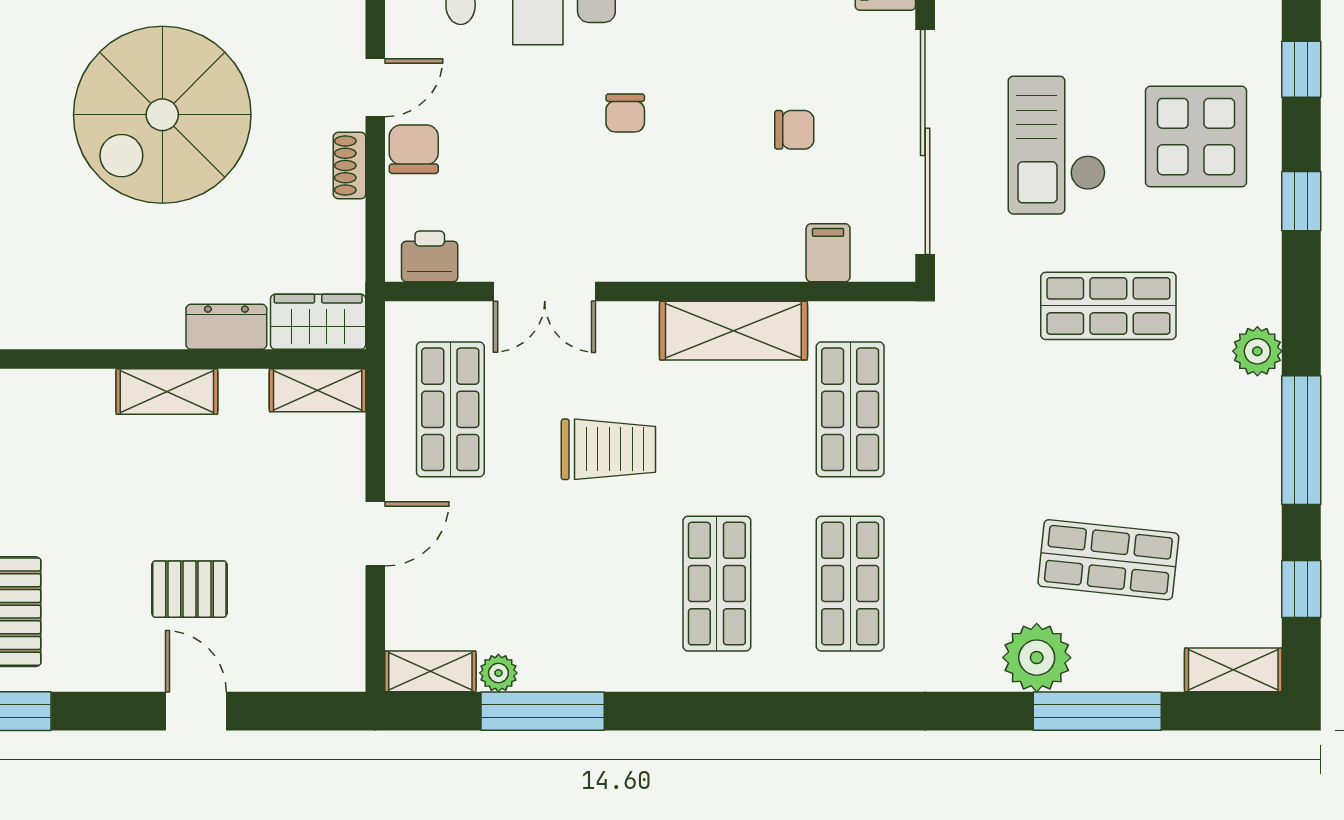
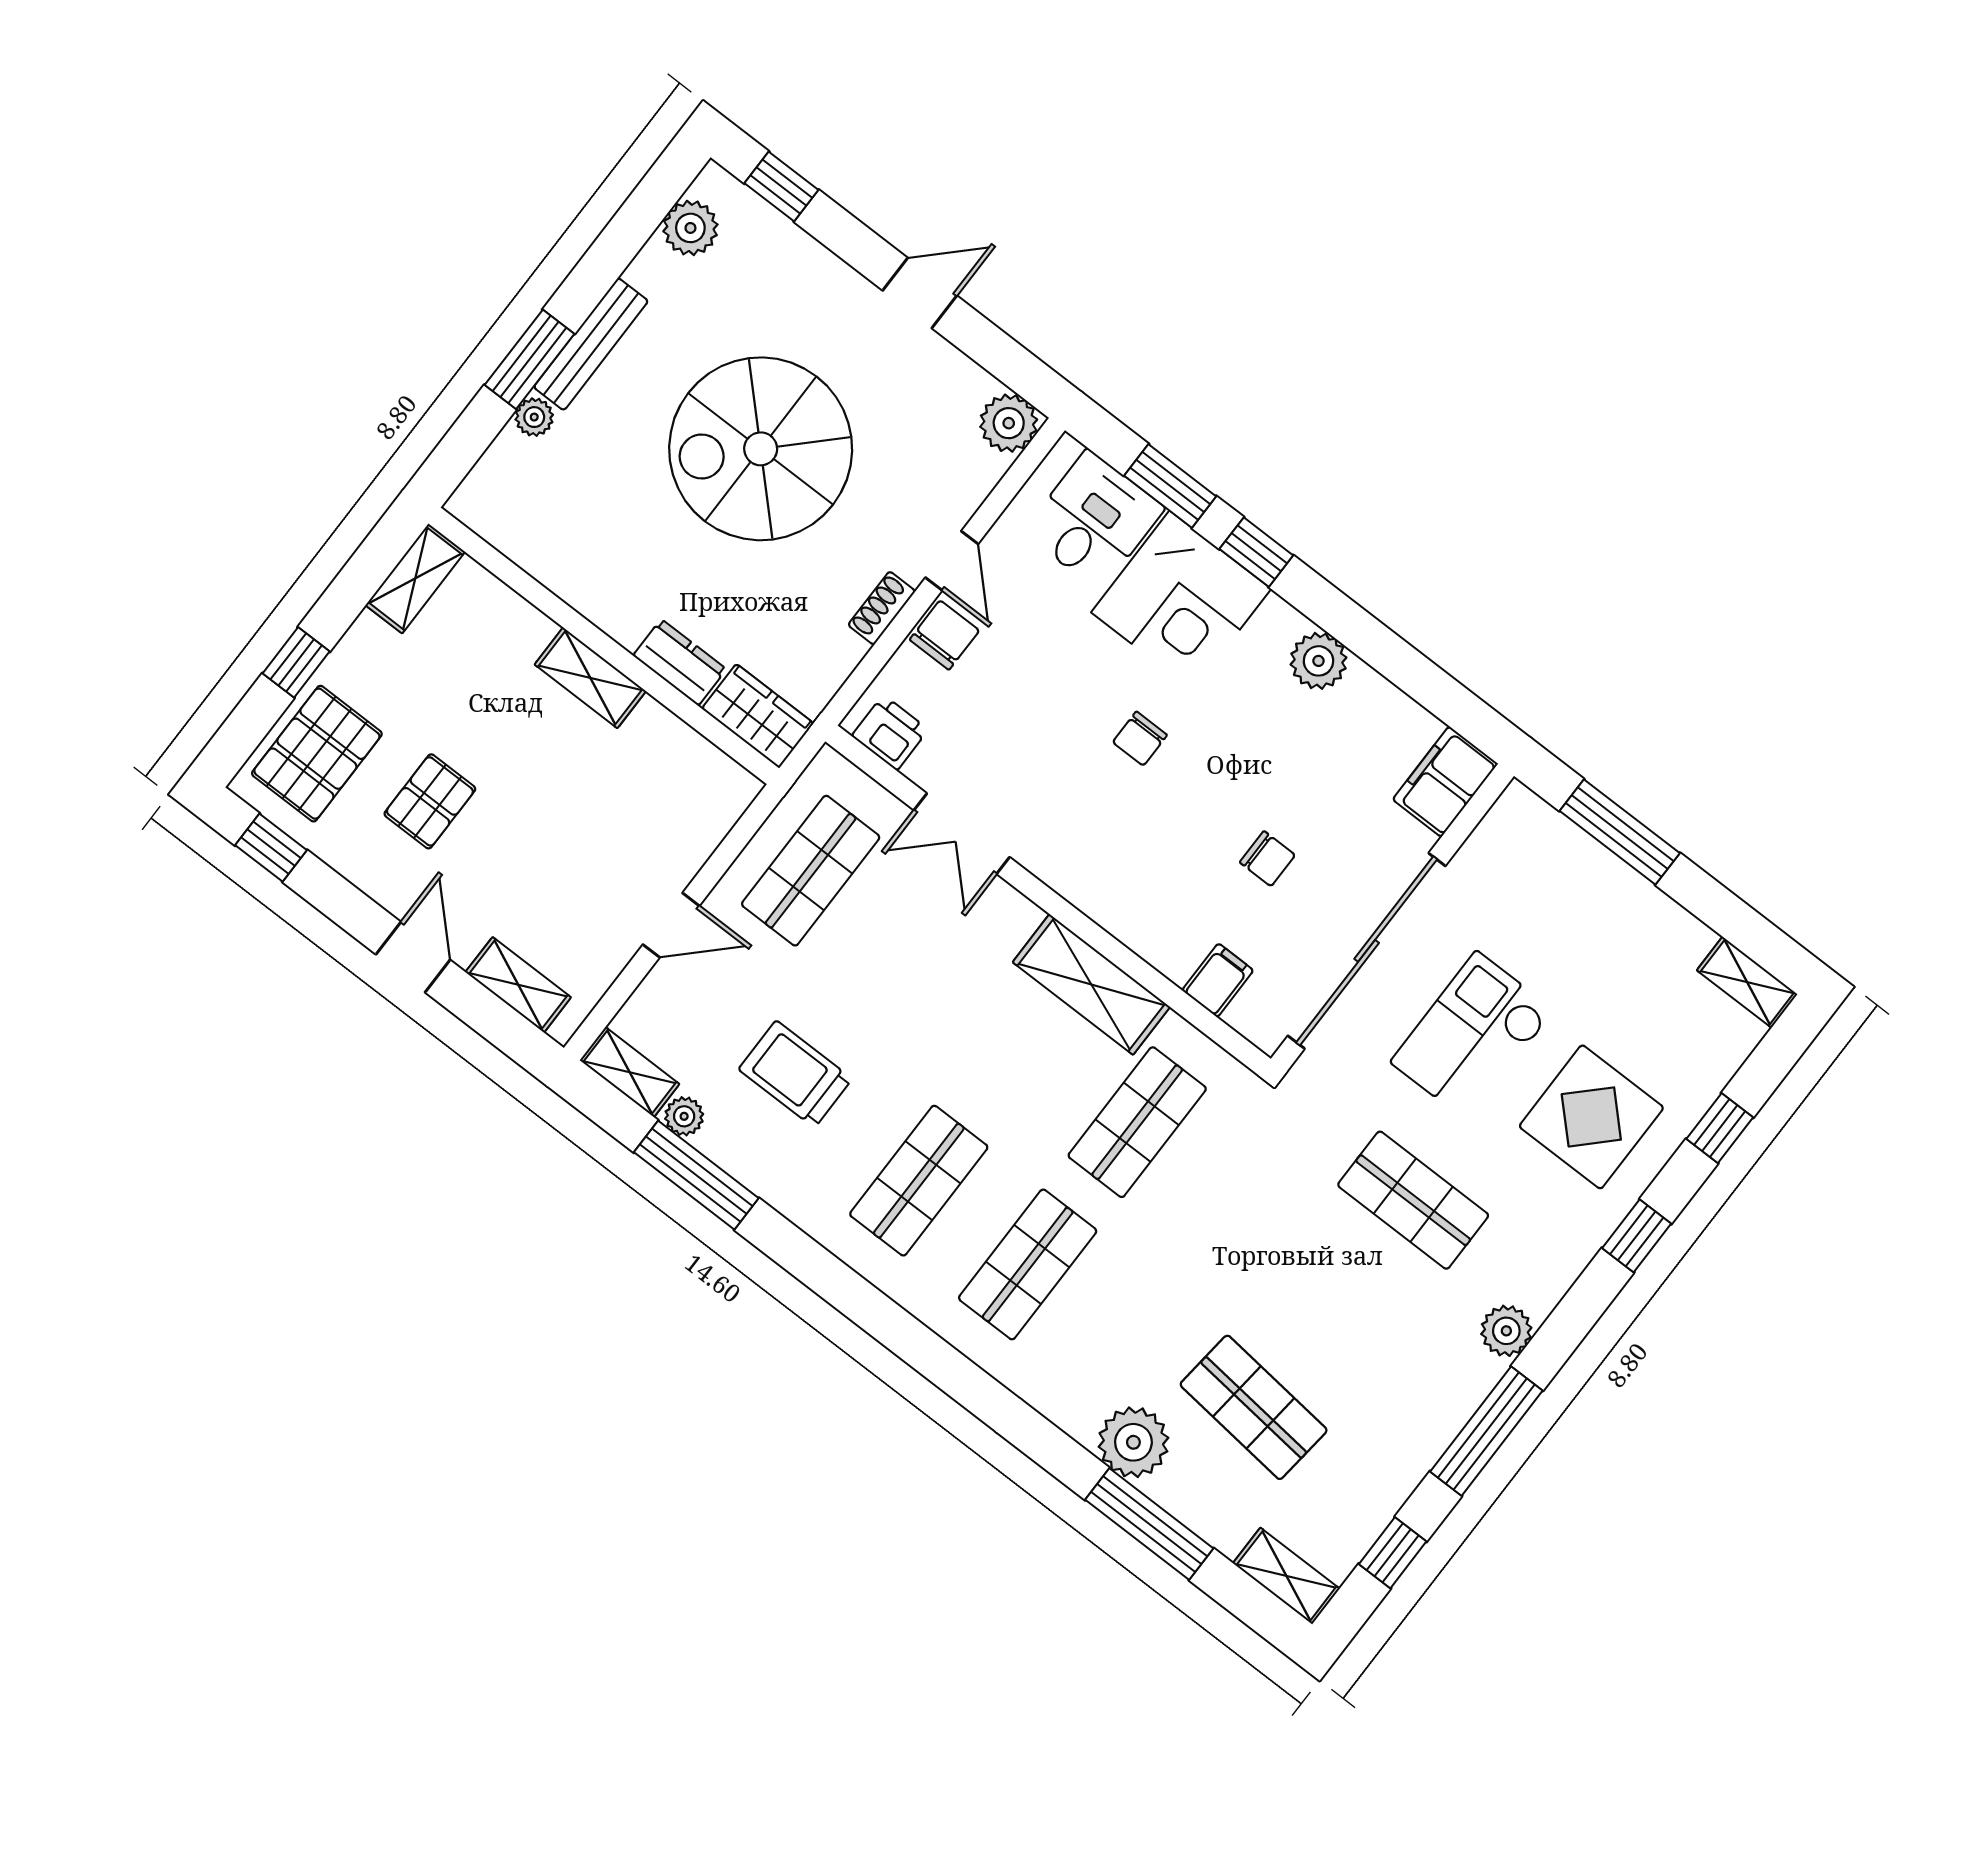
door: (375, 88) -> (952, 561), hinge flipped
shelving: (318, 390) -> (518, 985), moved
trolley: (608, 449) -> (795, 1074), moved, turned 180
pallet: (189, 589) -> (430, 801), moved, turned 90

